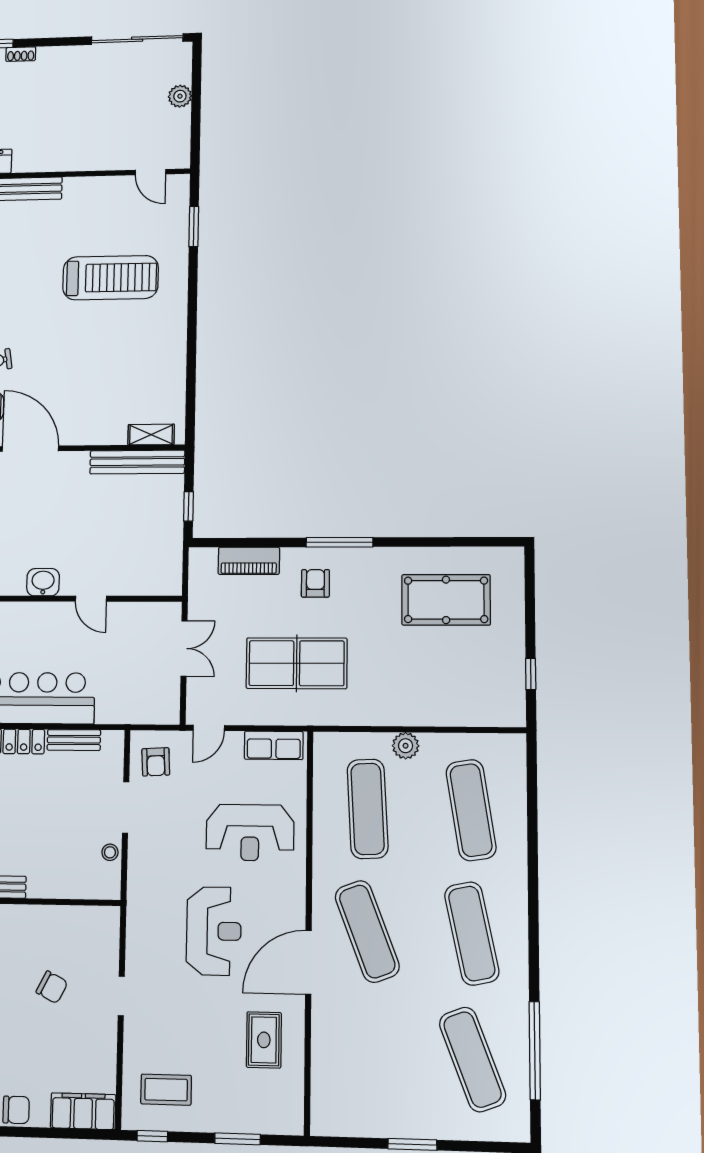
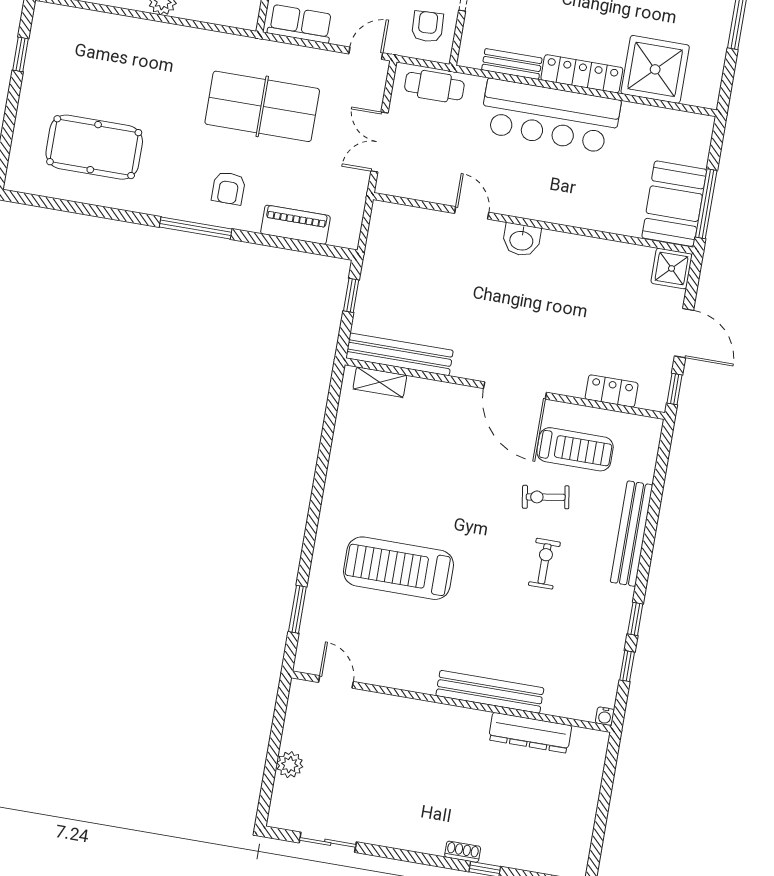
sliding door: (137, 39) -> (328, 842), width x0.54
cafe table: (141, 708) -> (434, 86), added

